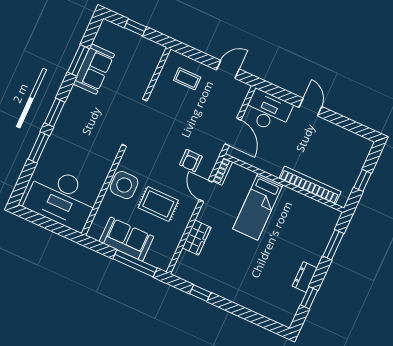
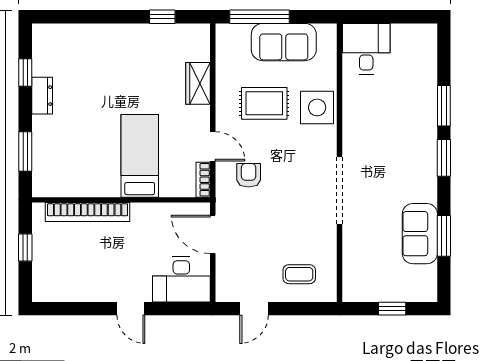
desk: (62, 198) -> (366, 49), width x0.53, depth x0.77

